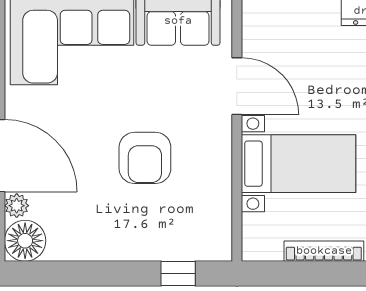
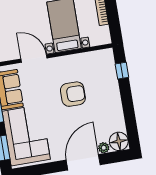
door: (237, 86) -> (34, 58), hinge flipped

